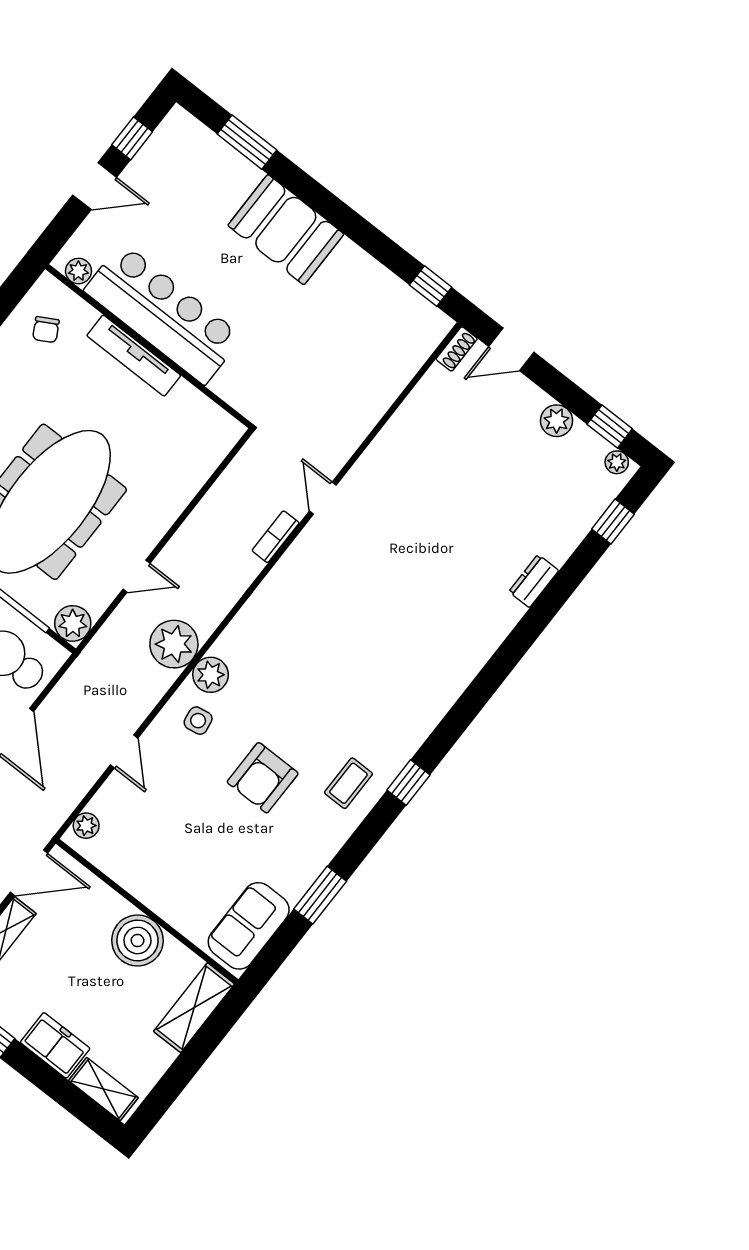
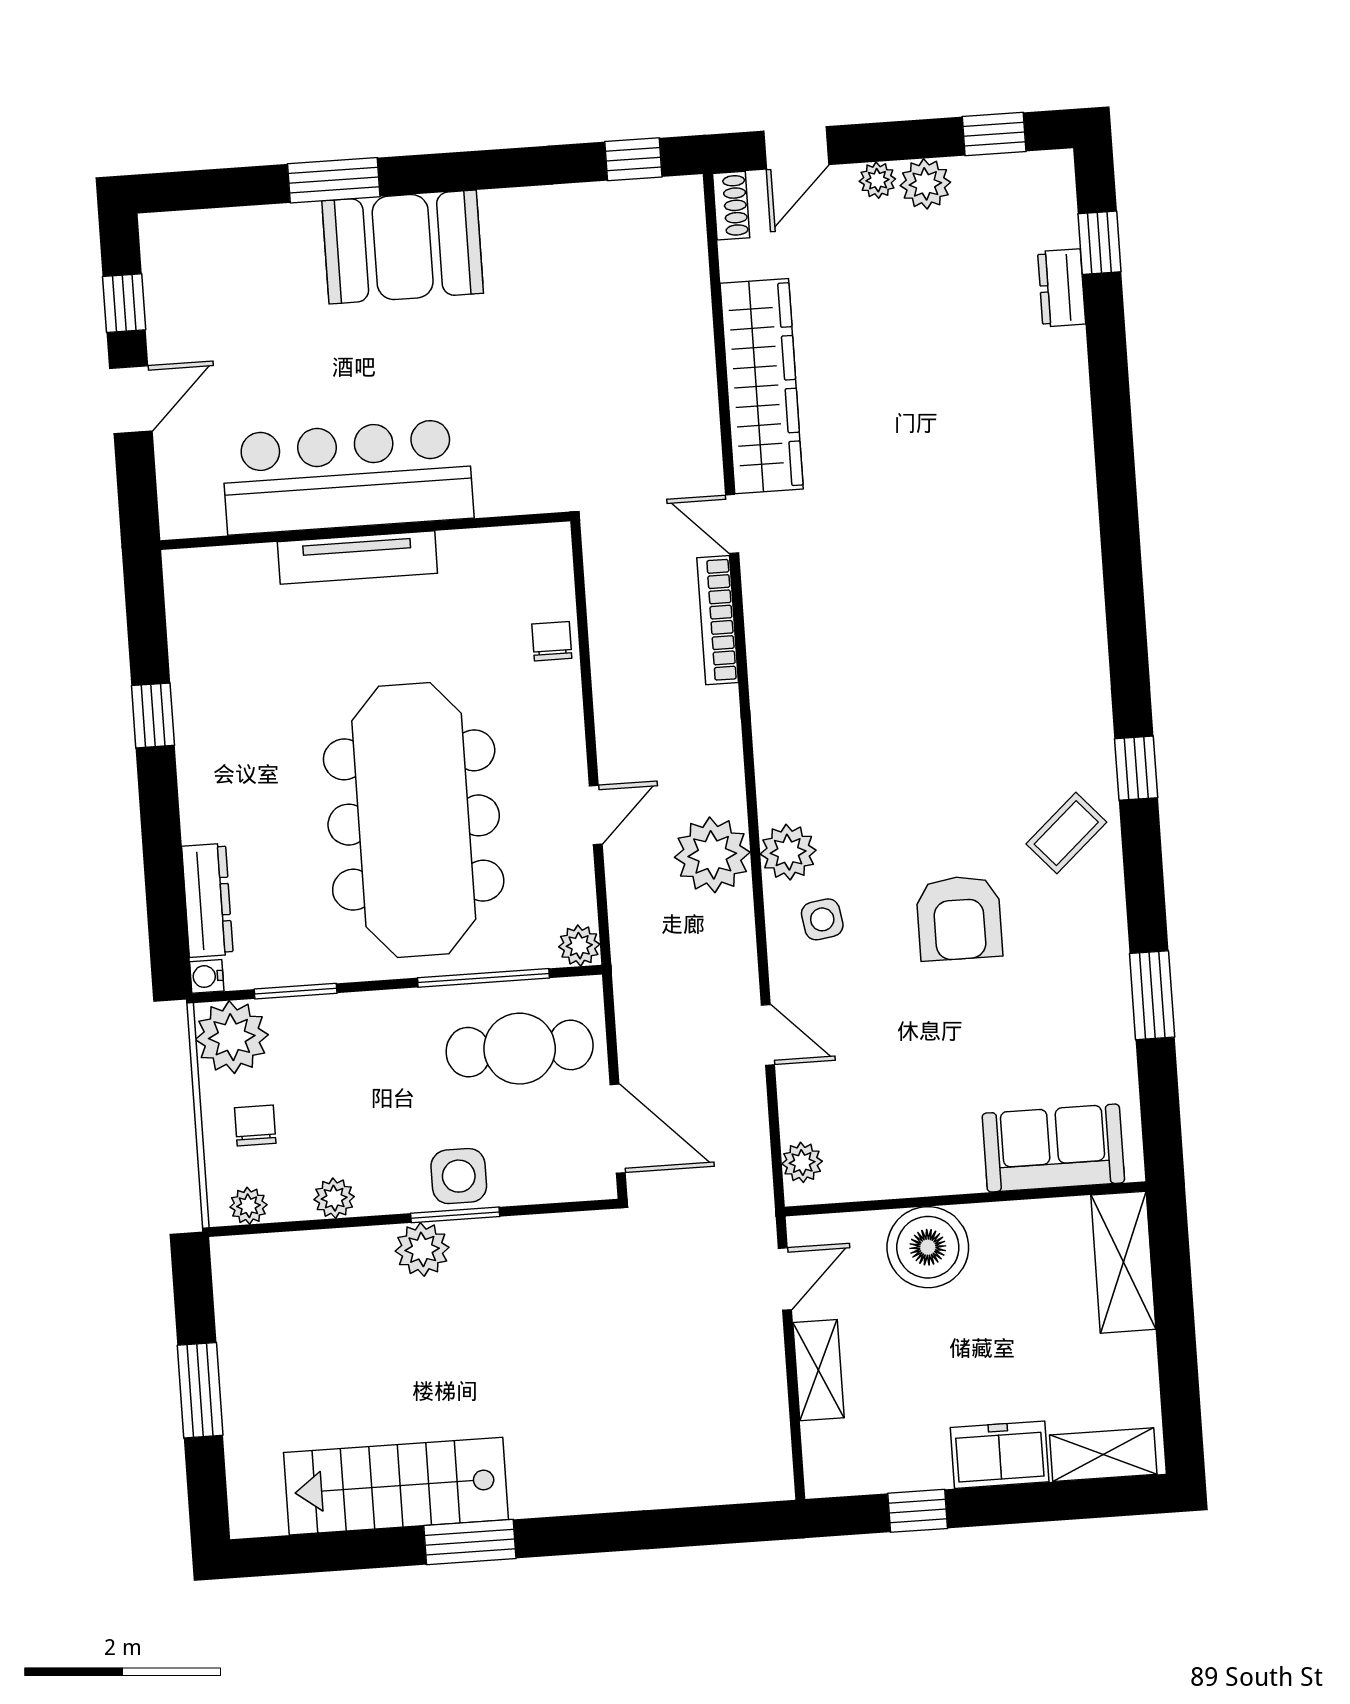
window: (247, 142) -> (334, 180), moved
plant: (78, 271) -> (202, 517), removed
chair: (46, 330) -> (552, 641), moved, turned -151
wardrobe: (395, 446) -> (762, 386), added
plant: (617, 462) -> (877, 180), moved
bookcase: (276, 537) -> (718, 620), width x1.56
dresser: (534, 581) -> (1062, 288), moved
plant: (73, 623) -> (579, 946), width x0.73, depth x0.73
coffee table: (348, 783) -> (1066, 833), turned 48
door: (29, 873) -> (785, 1279), width x0.73
sofa: (249, 926) -> (1053, 1148), moved, turned 90
boiler: (137, 940) -> (928, 1247), moved

